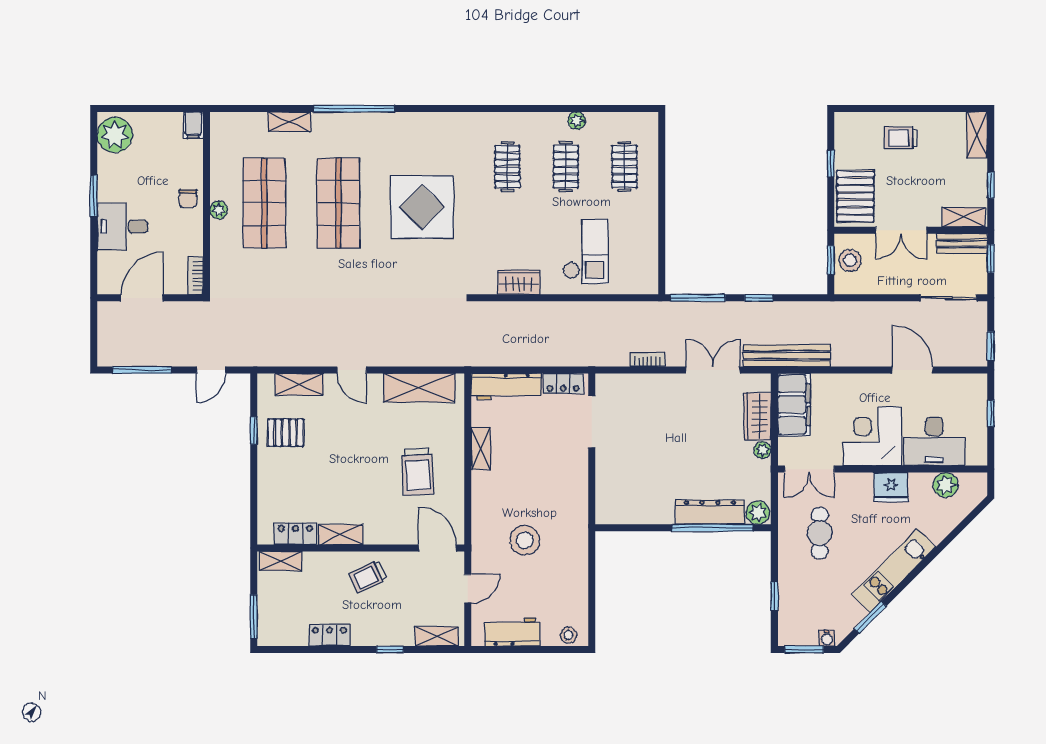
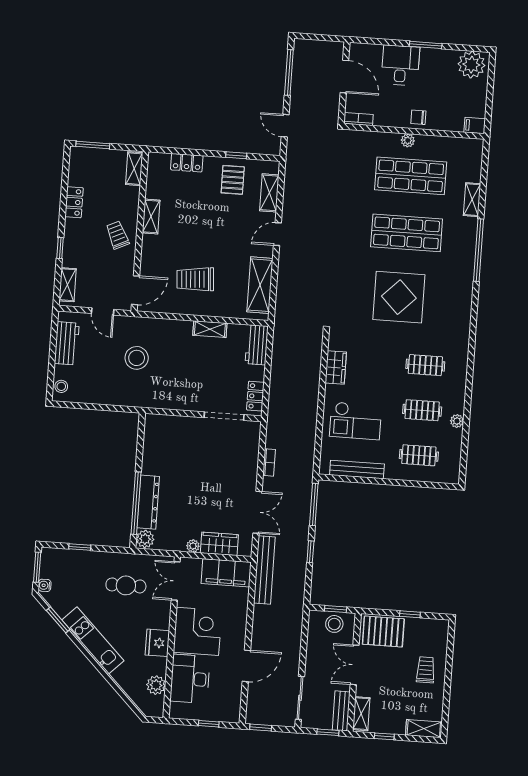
bench: (649, 245) -> (357, 470), added
workbench: (506, 386) -> (257, 345), width x0.73
locker: (295, 534) -> (187, 163), moved, turned 90

